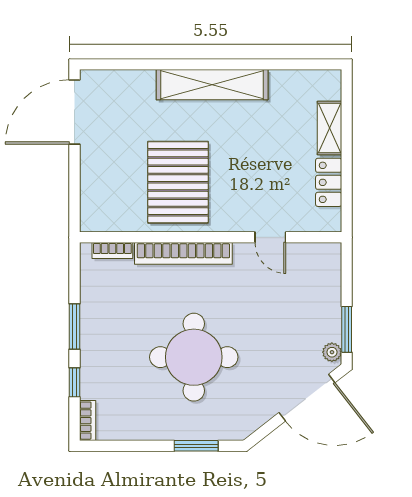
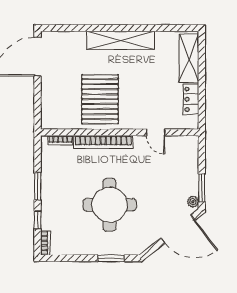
shelving: (329, 128) -> (189, 58), width x1.50, depth x1.33

